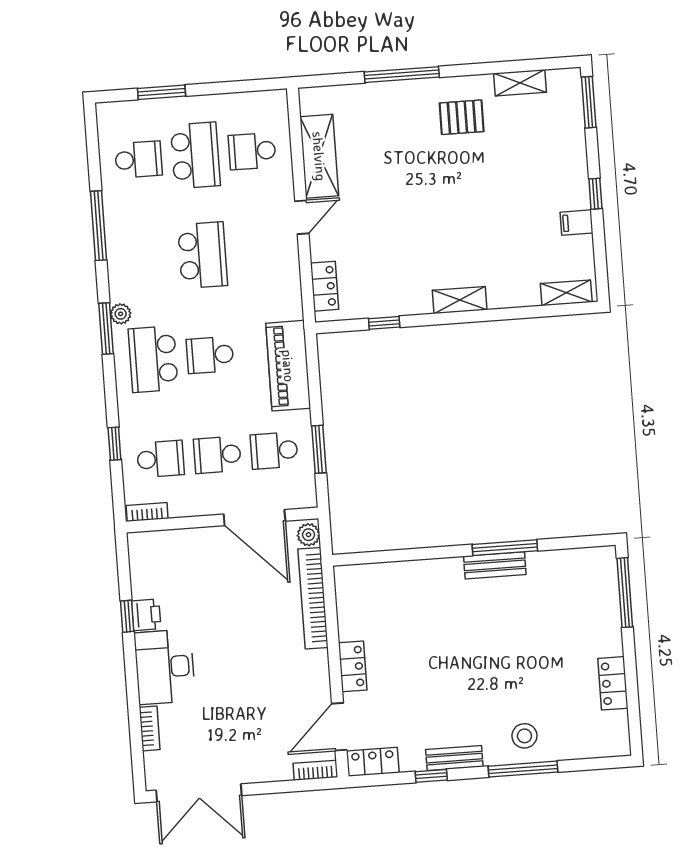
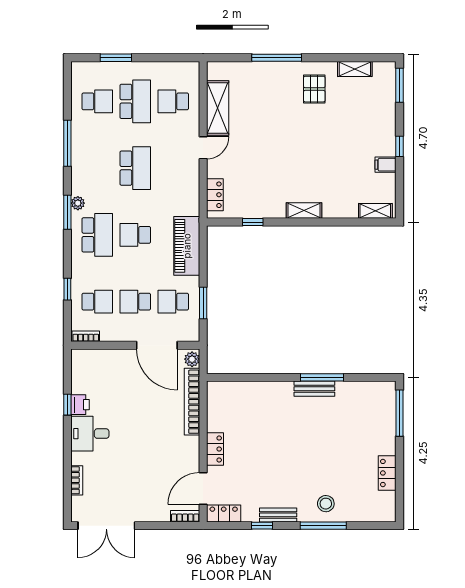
pallet: (462, 117) -> (314, 89), turned 90
school desk: (153, 359) -> (97, 235), turned 180
desk: (165, 667) -> (90, 434), width x0.73

